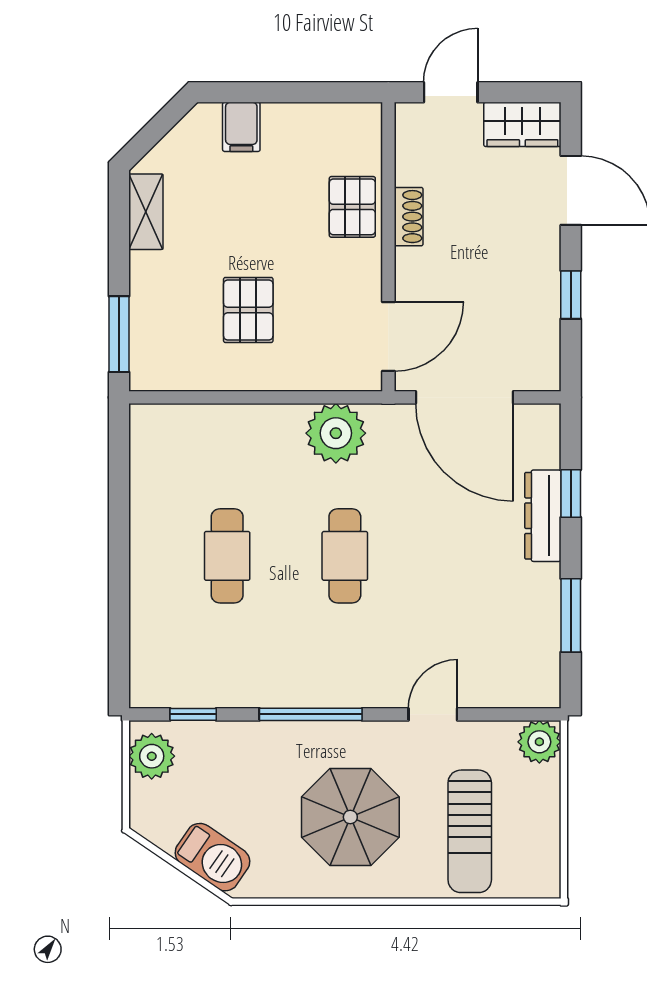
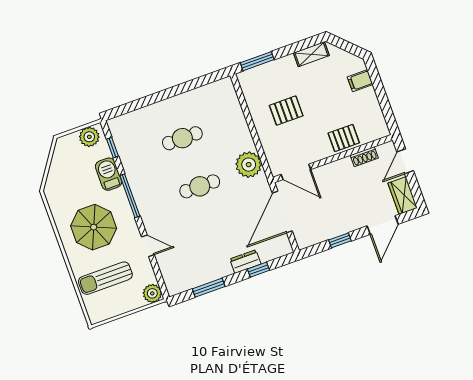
door: (451, 92) -> (405, 161), swing flipped
shoe rack: (409, 217) -> (364, 157), moved
dresser: (543, 516) -> (245, 262), width x0.70
barbecue: (212, 857) -> (109, 174), moved, turned 146

